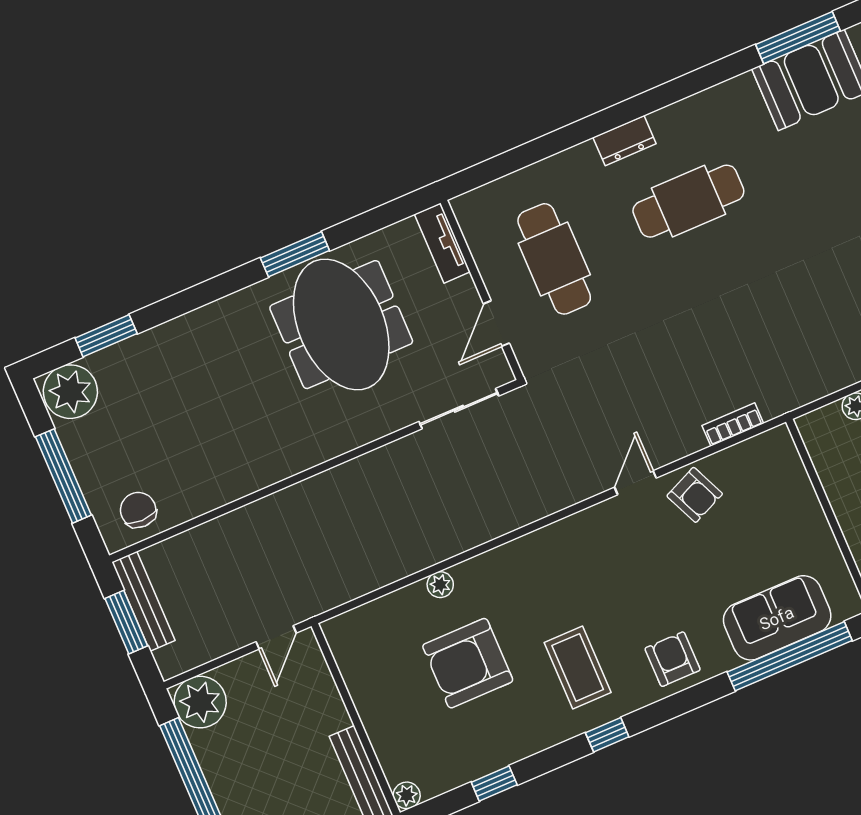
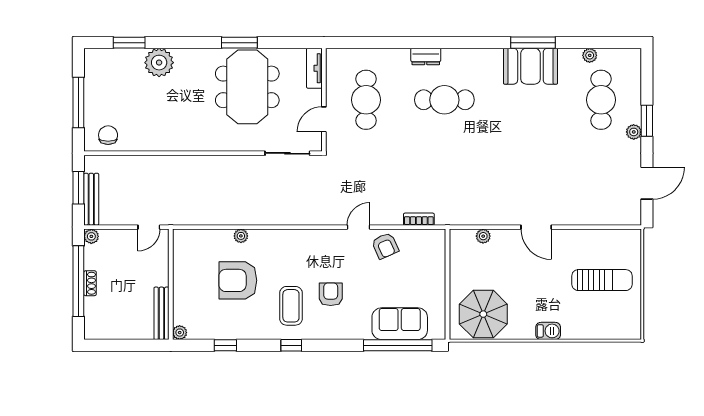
plant: (70, 392) -> (159, 63), moved
bench: (143, 601) -> (91, 199), moved
armchair: (673, 659) -> (331, 294), moved
plant: (200, 702) -> (91, 236), width x0.53, depth x0.53
shoe rack: (217, 777) -> (90, 283), added

